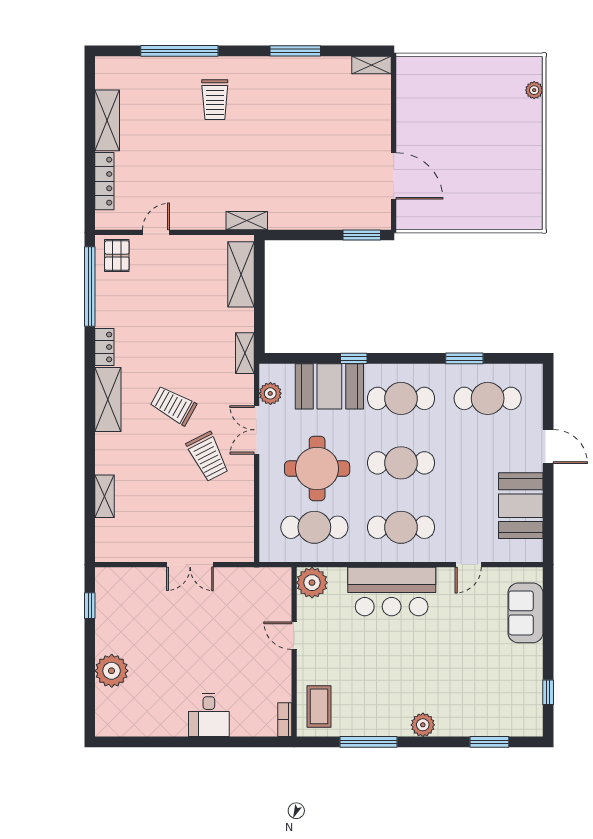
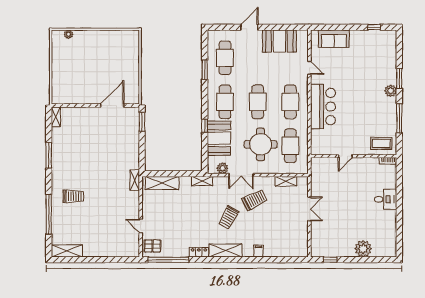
shelving: (107, 120) -> (67, 251), moved
locker: (104, 181) -> (115, 252), removed
filing cabinet: (107, 464) -> (258, 251), added
shelving: (105, 496) -> (286, 181), moved
plant: (312, 583) -> (318, 147), removed
window: (489, 742) -> (399, 78), moved

